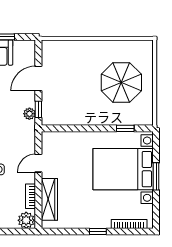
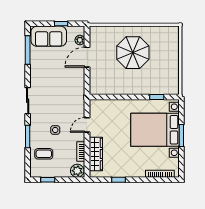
parasol: (121, 83) -> (133, 53), moved
window: (38, 109) -> (87, 82), removed
plant: (29, 114) -> (80, 40), moved
window: (98, 231) -> (119, 180), moved

